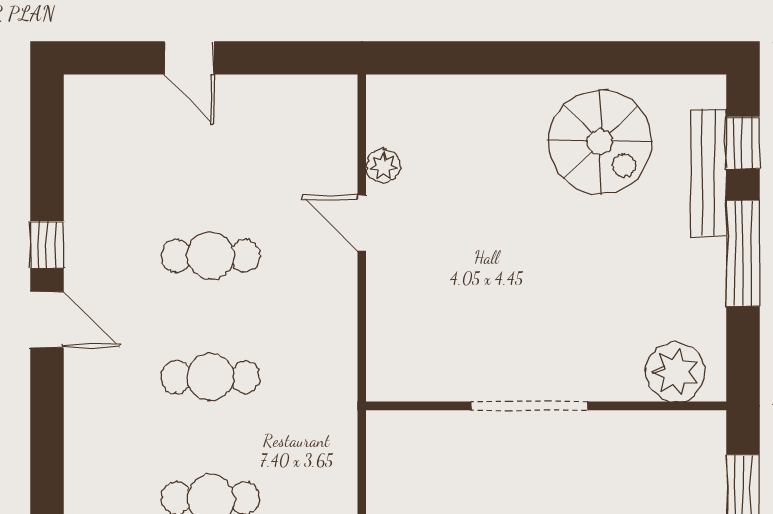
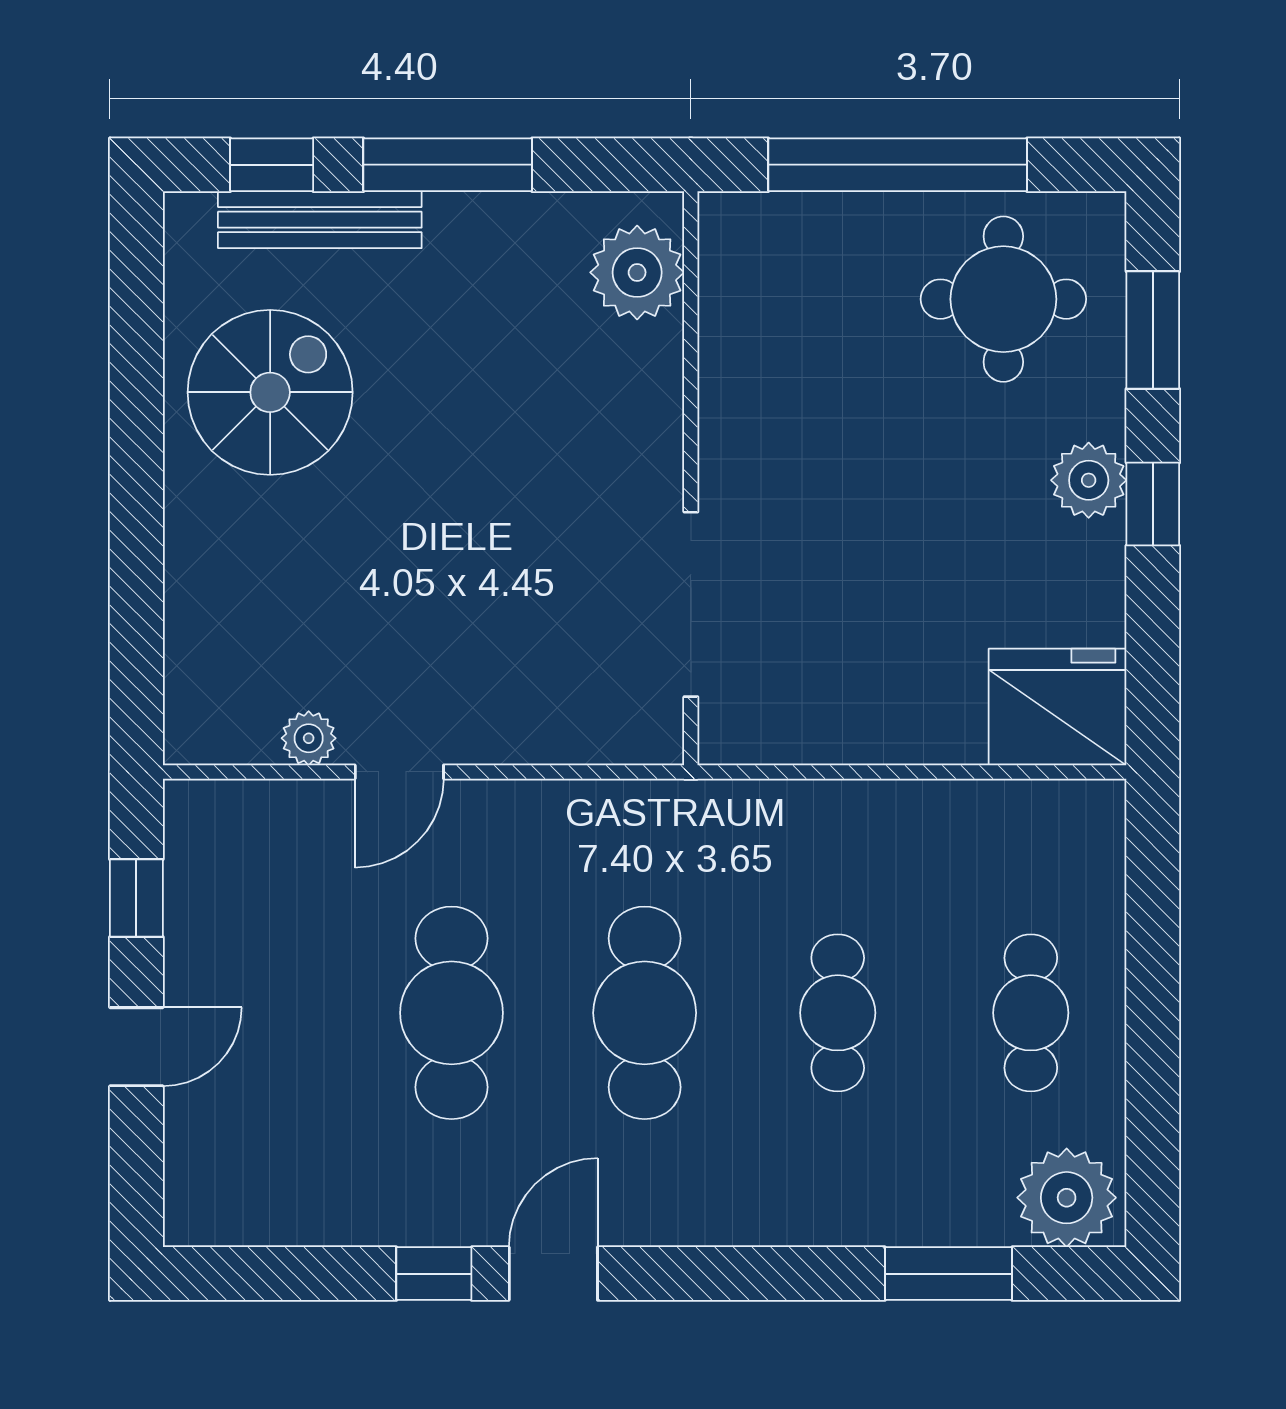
window: (283, 58) -> (136, 898), added
cafe table: (211, 256) -> (452, 1013), width x1.37, depth x1.35
cafe table: (211, 377) -> (645, 1013), width x1.37, depth x1.35
doorway: (530, 406) -> (691, 604), moved

